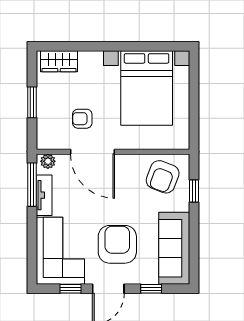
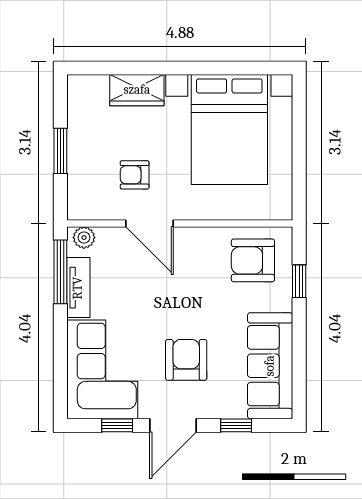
wardrobe: (59, 61) -> (137, 90), moved
door: (92, 152) -> (150, 223), width x0.73
armchair: (163, 177) -> (253, 260), turned 69
armchair: (117, 244) -> (186, 360), width x0.73, depth x0.73

